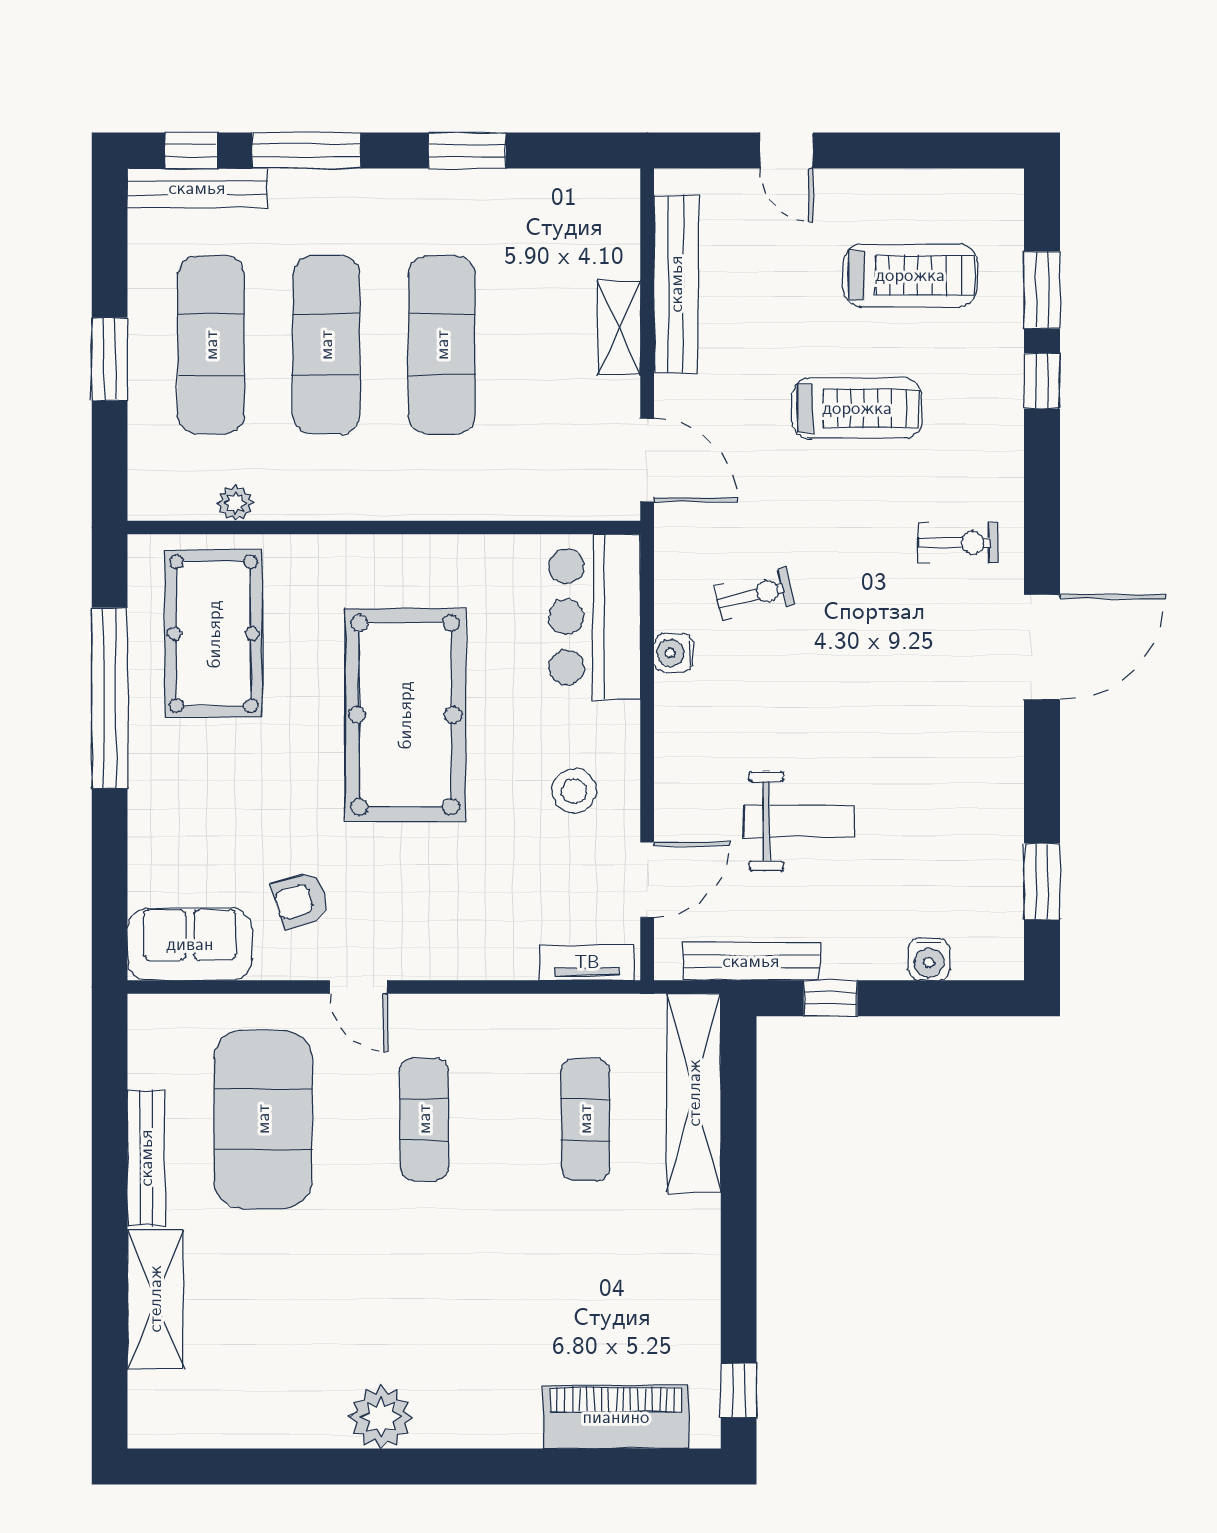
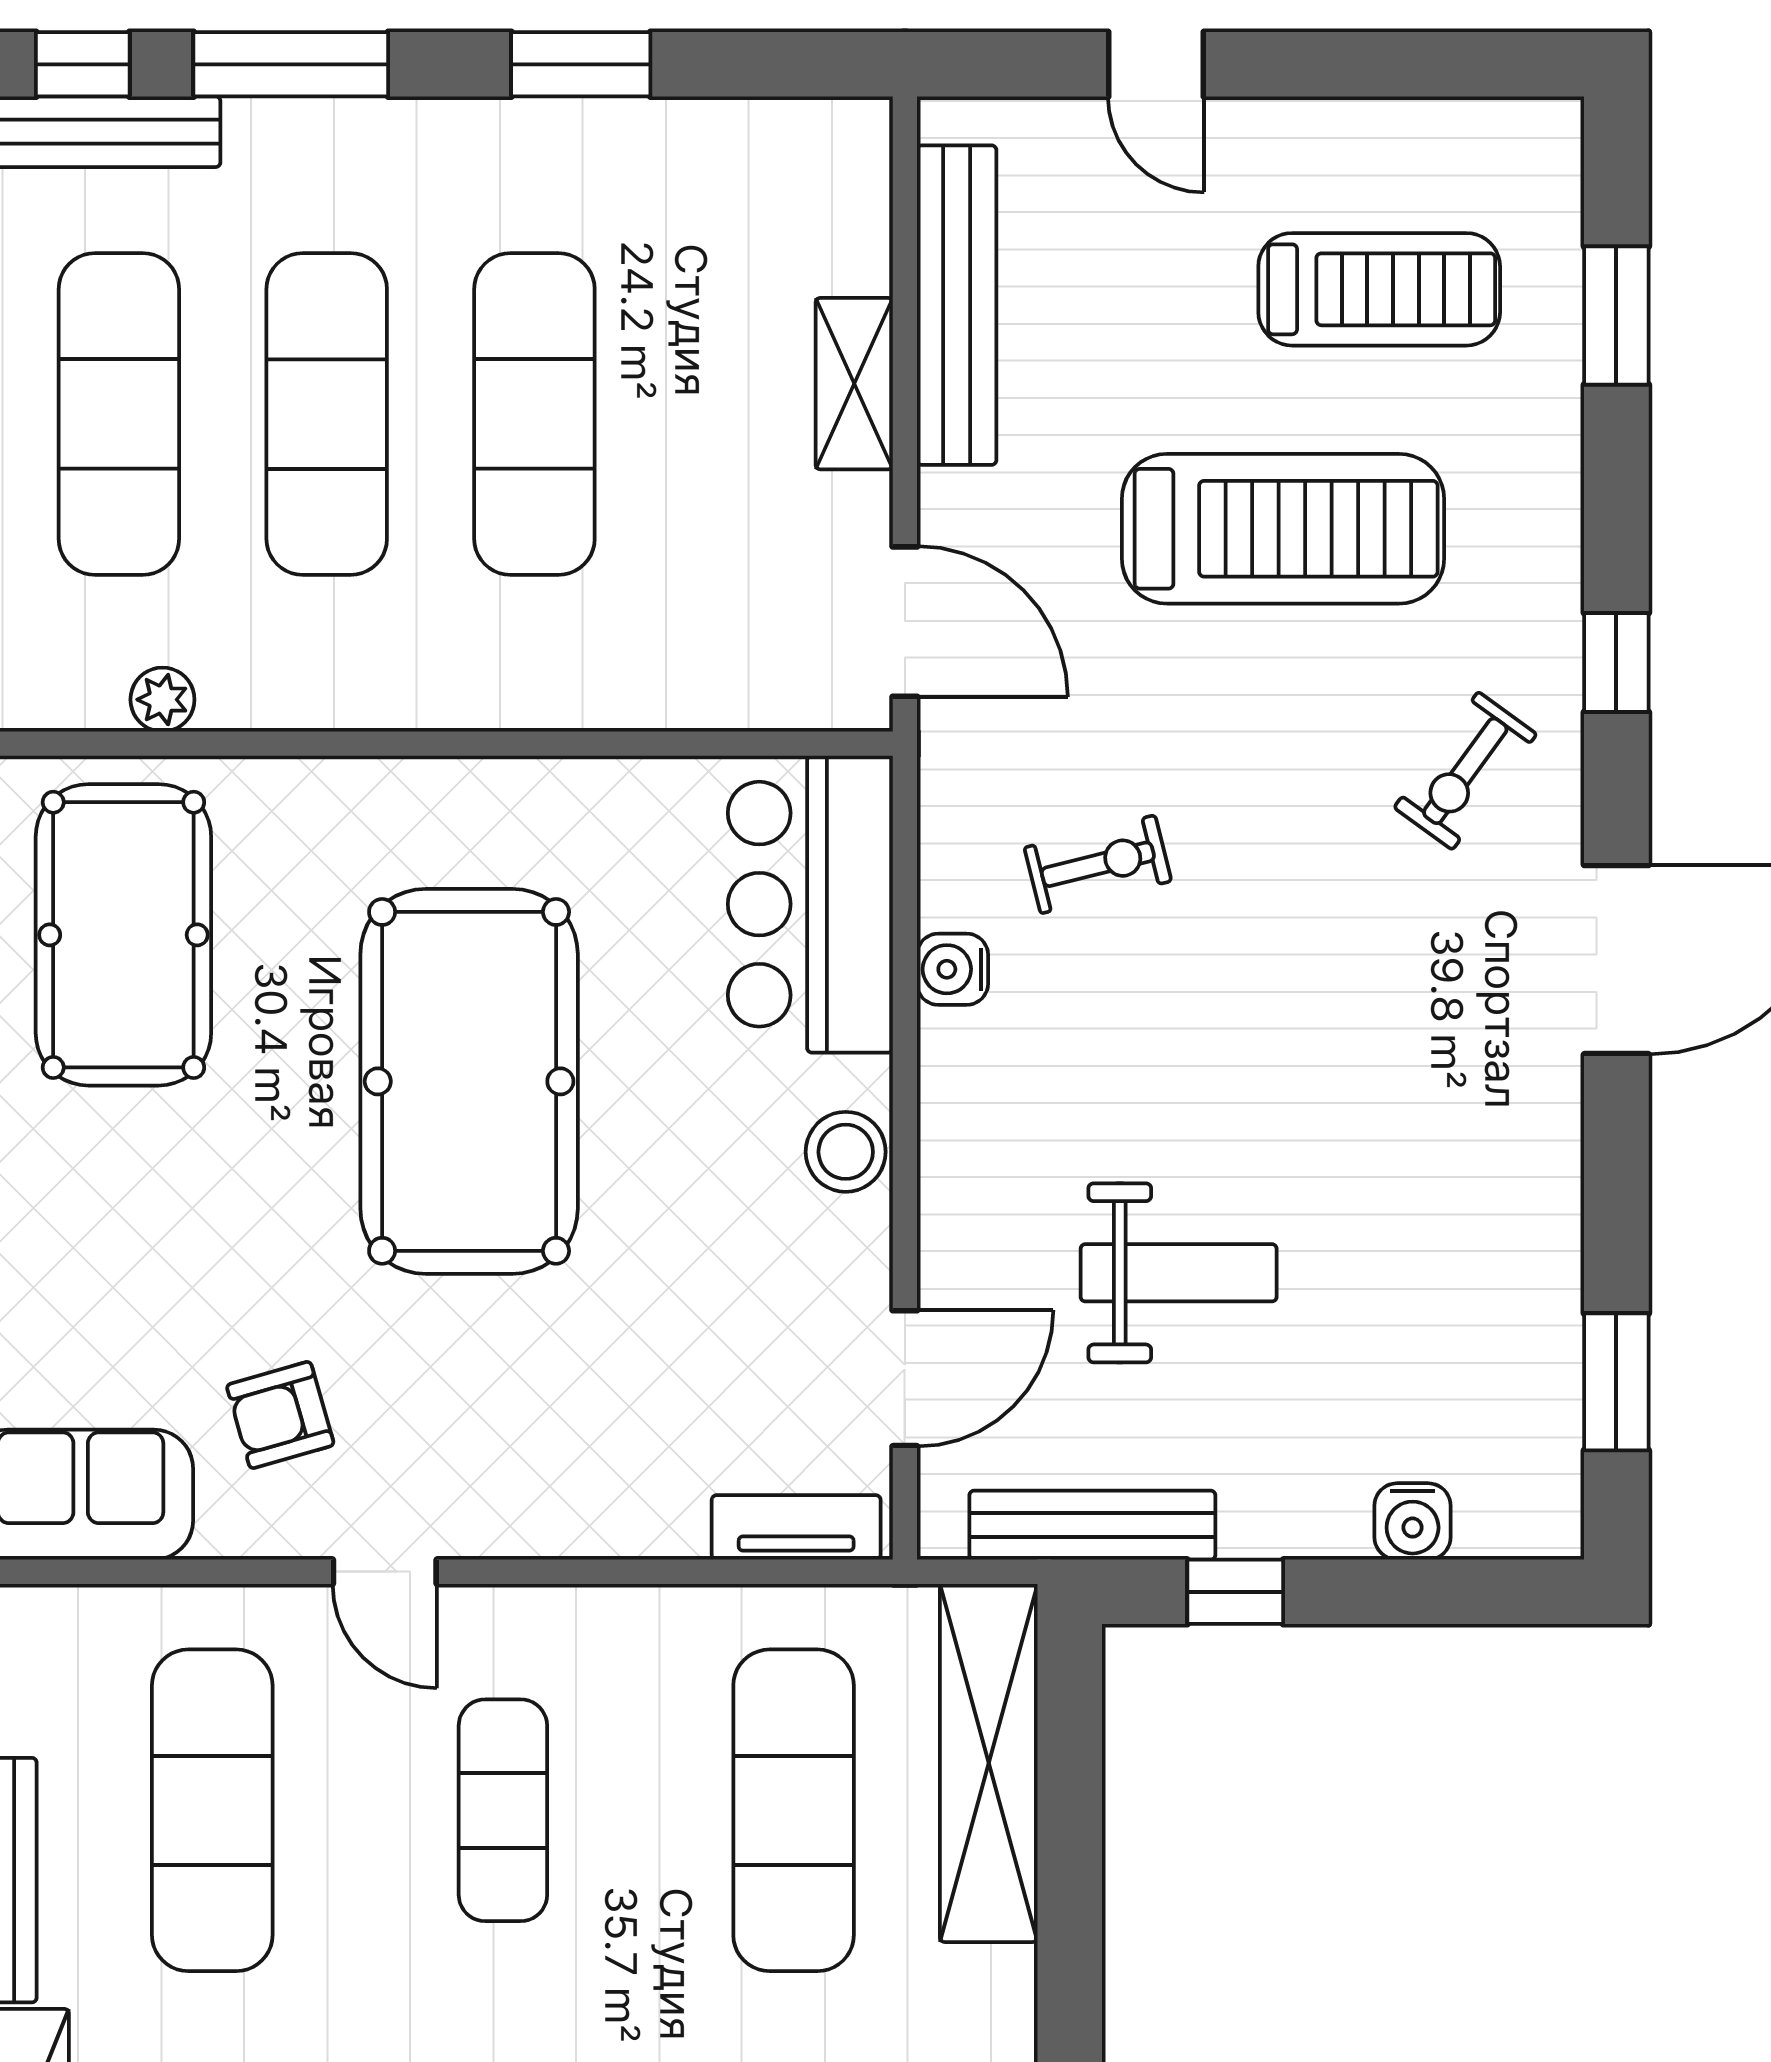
window: (1042, 381) -> (1616, 662), moved
treadmill: (857, 408) -> (1283, 529), width x1.37, depth x1.38
exercise bike: (958, 543) -> (1465, 771), turned 126
stool: (574, 791) -> (846, 1152), moved
exercise mat: (263, 1119) -> (212, 1810), width x0.68
exercise mat: (585, 1119) -> (794, 1810), width x1.36, depth x1.45

